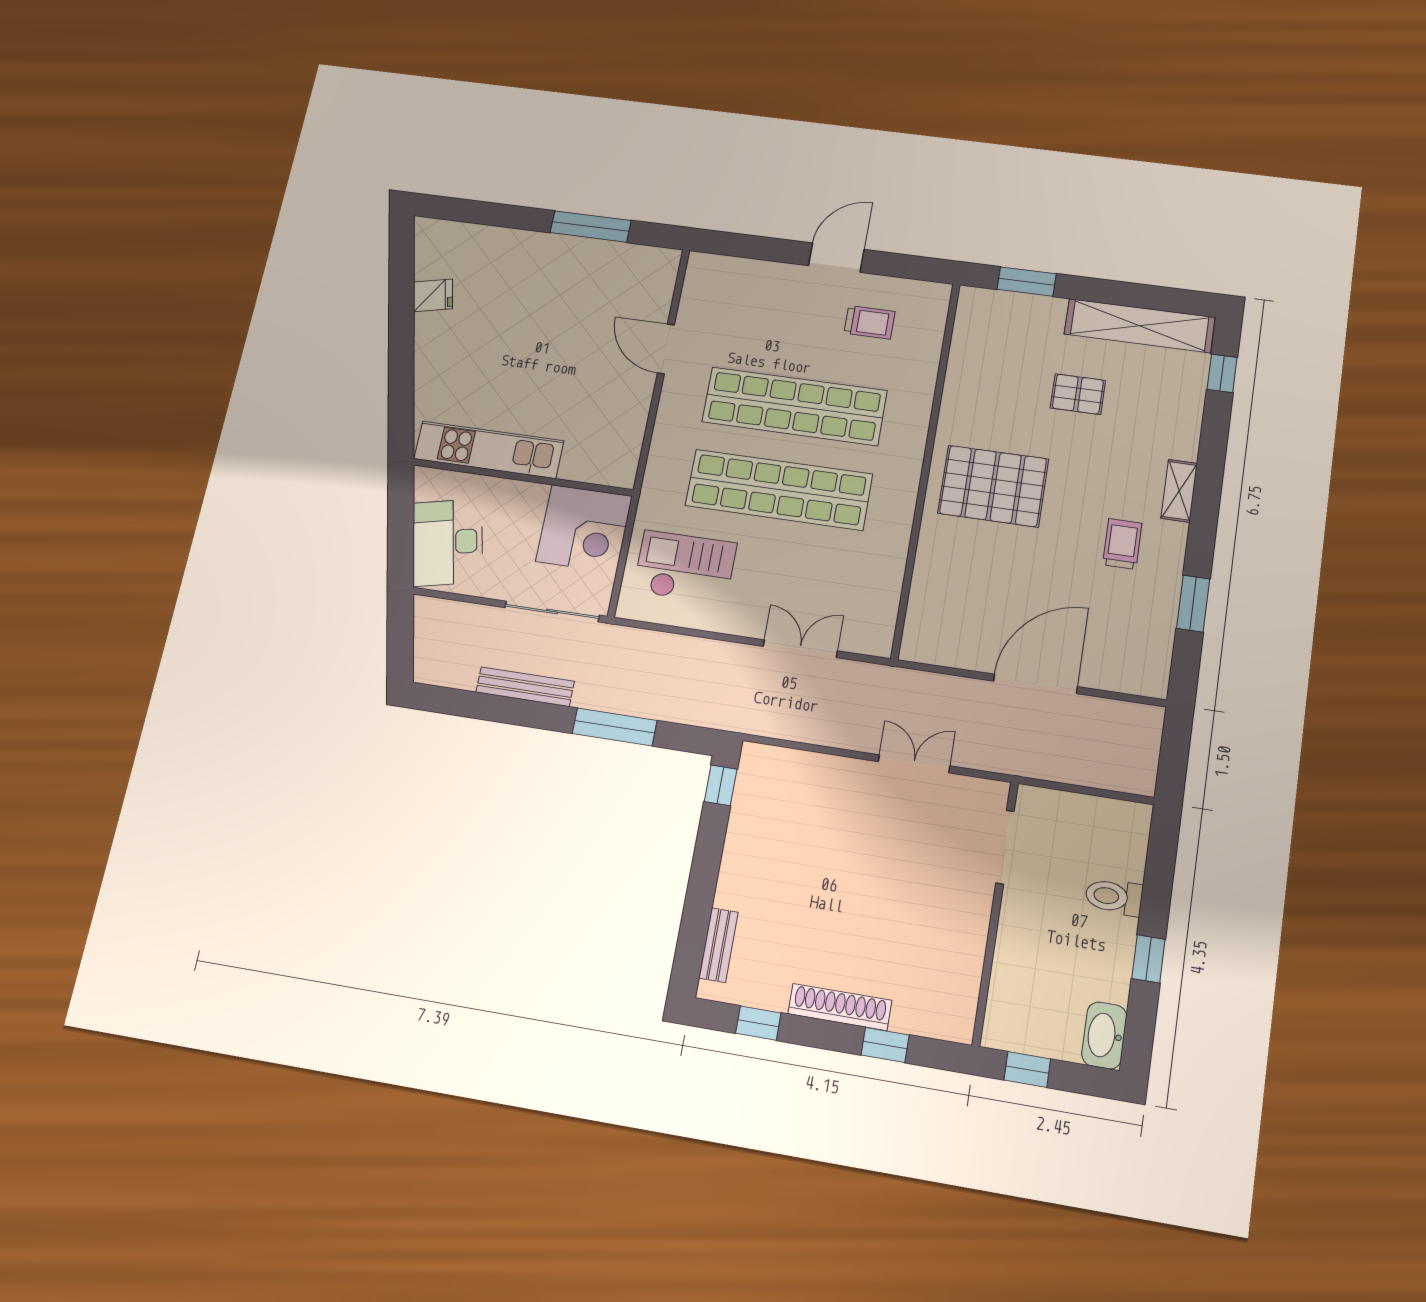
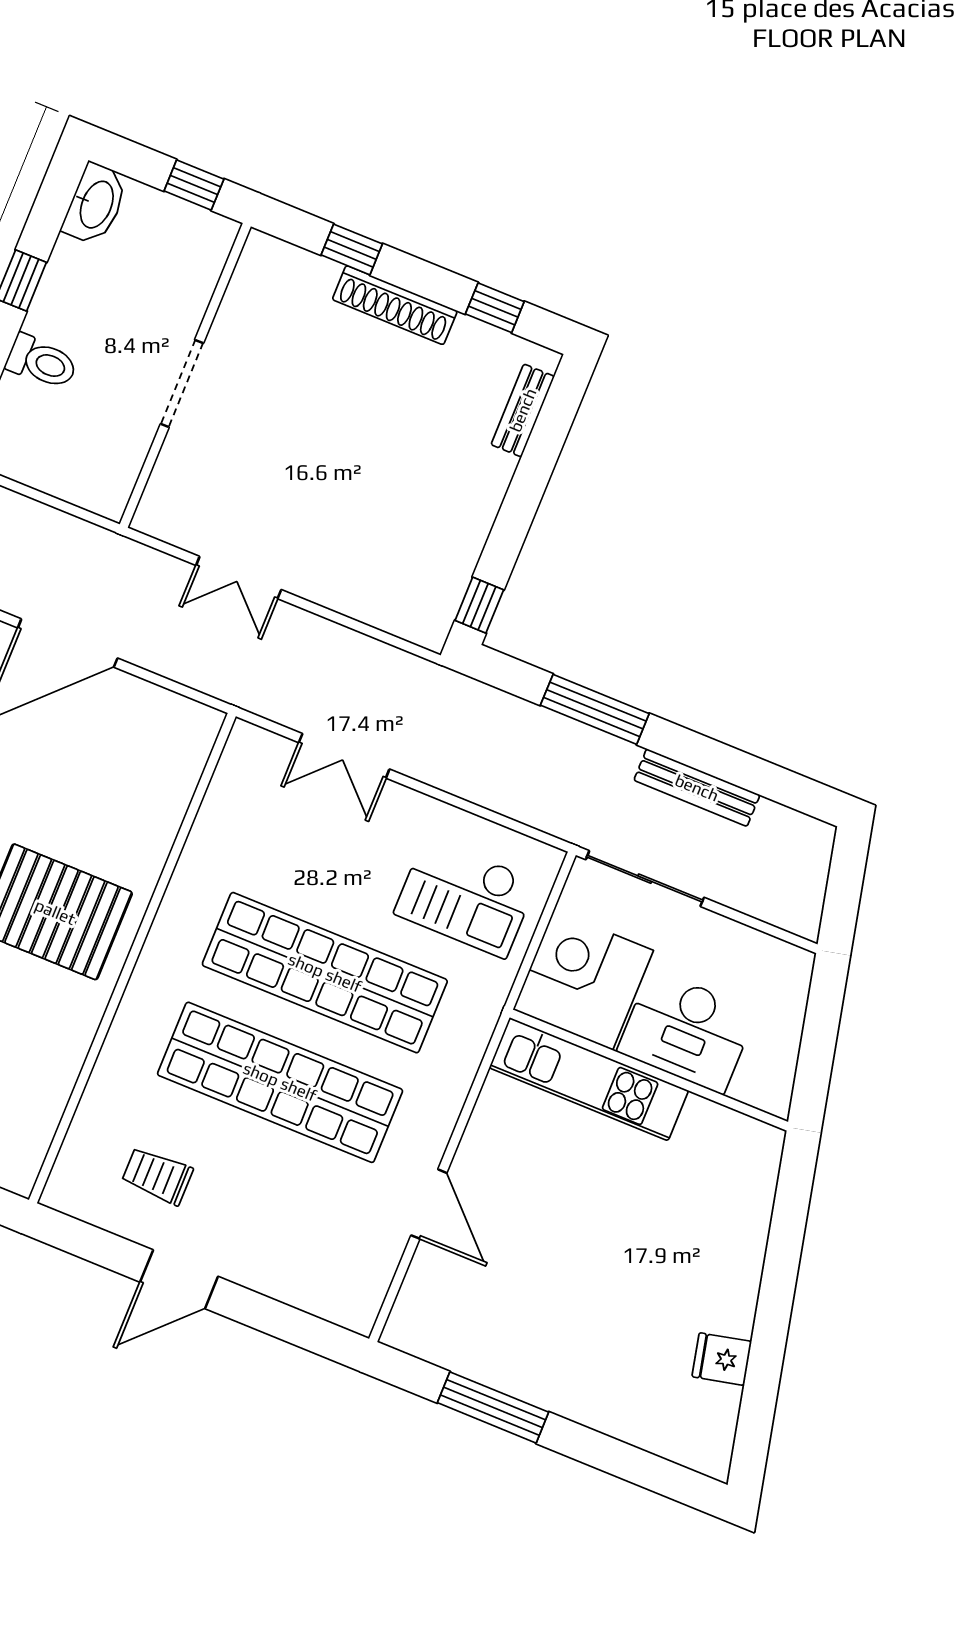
kitchen unit: (489, 450) -> (589, 1079), moved
desk: (448, 542) -> (687, 1031), moved, turned 103
doorway: (1005, 847) -> (182, 384), moved

